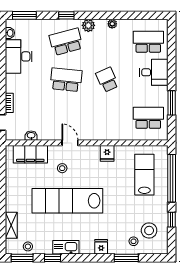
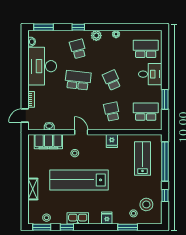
school desk: (66, 42) -> (78, 49), width x0.54
desk: (19, 56) -> (42, 66), width x1.36, depth x1.30
school desk: (107, 118) -> (112, 112), added
shelving: (11, 225) -> (33, 189), moved

